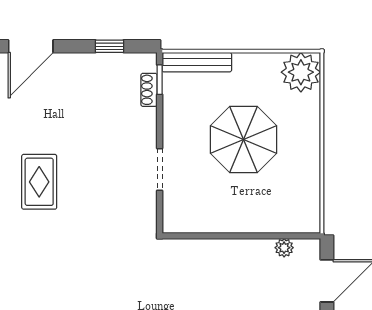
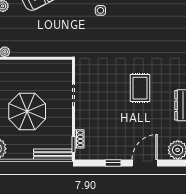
window: (109, 46) -> (113, 163), moved

